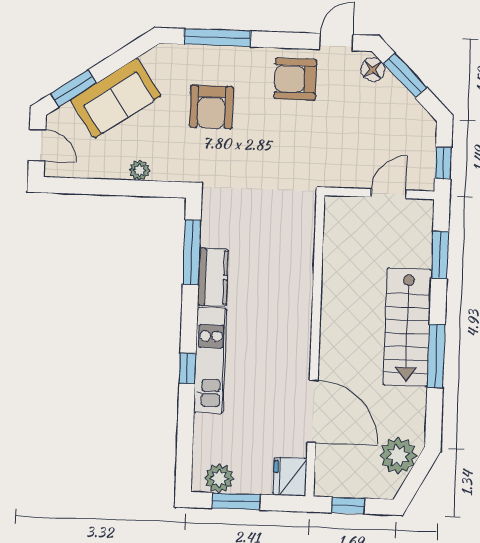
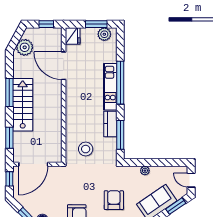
door: (389, 194) -> (33, 164), width x1.87
stool: (270, 223) -> (86, 149), added
window: (187, 369) -> (120, 83), width x3.17

